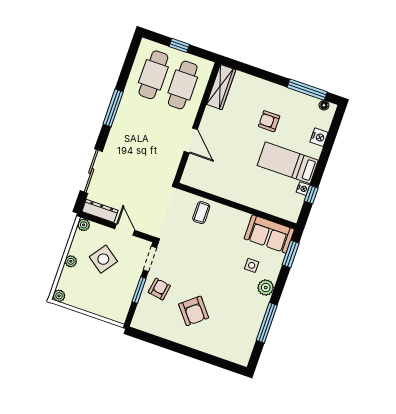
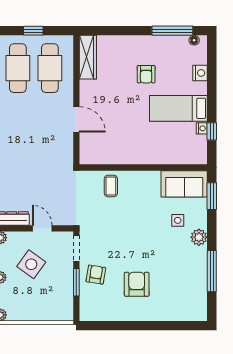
armchair: (269, 121) -> (146, 74), turned -90
armchair: (194, 311) -> (137, 284), turned -141

